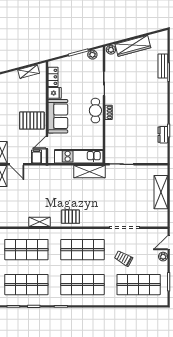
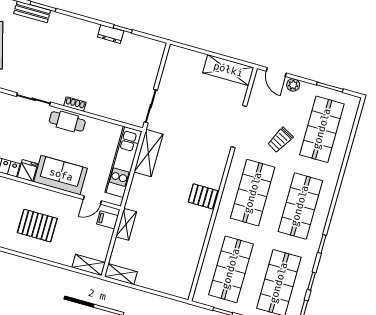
pallet: (32, 121) -> (37, 226), moved, turned 90
dresser: (163, 135) -> (111, 34), moved
door: (47, 142) -> (92, 200), hinge flipped
door: (17, 164) -> (110, 250), removed
shelving: (161, 192) -> (228, 70), moved
pallet: (70, 217) -> (203, 196), turned 90
shelving: (40, 222) -> (126, 224), moved

